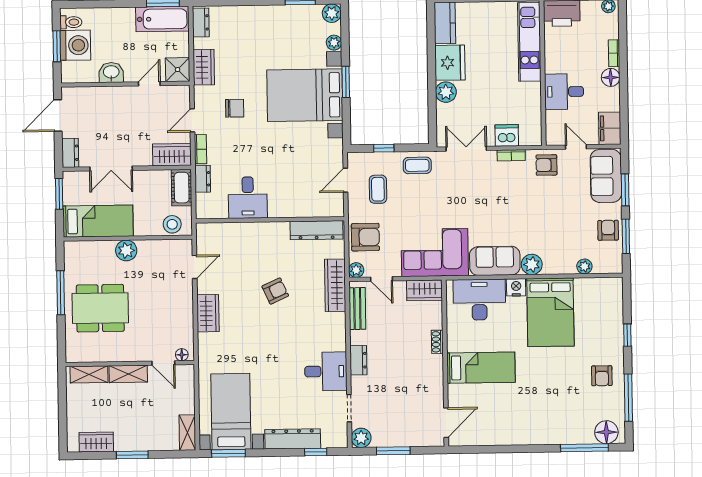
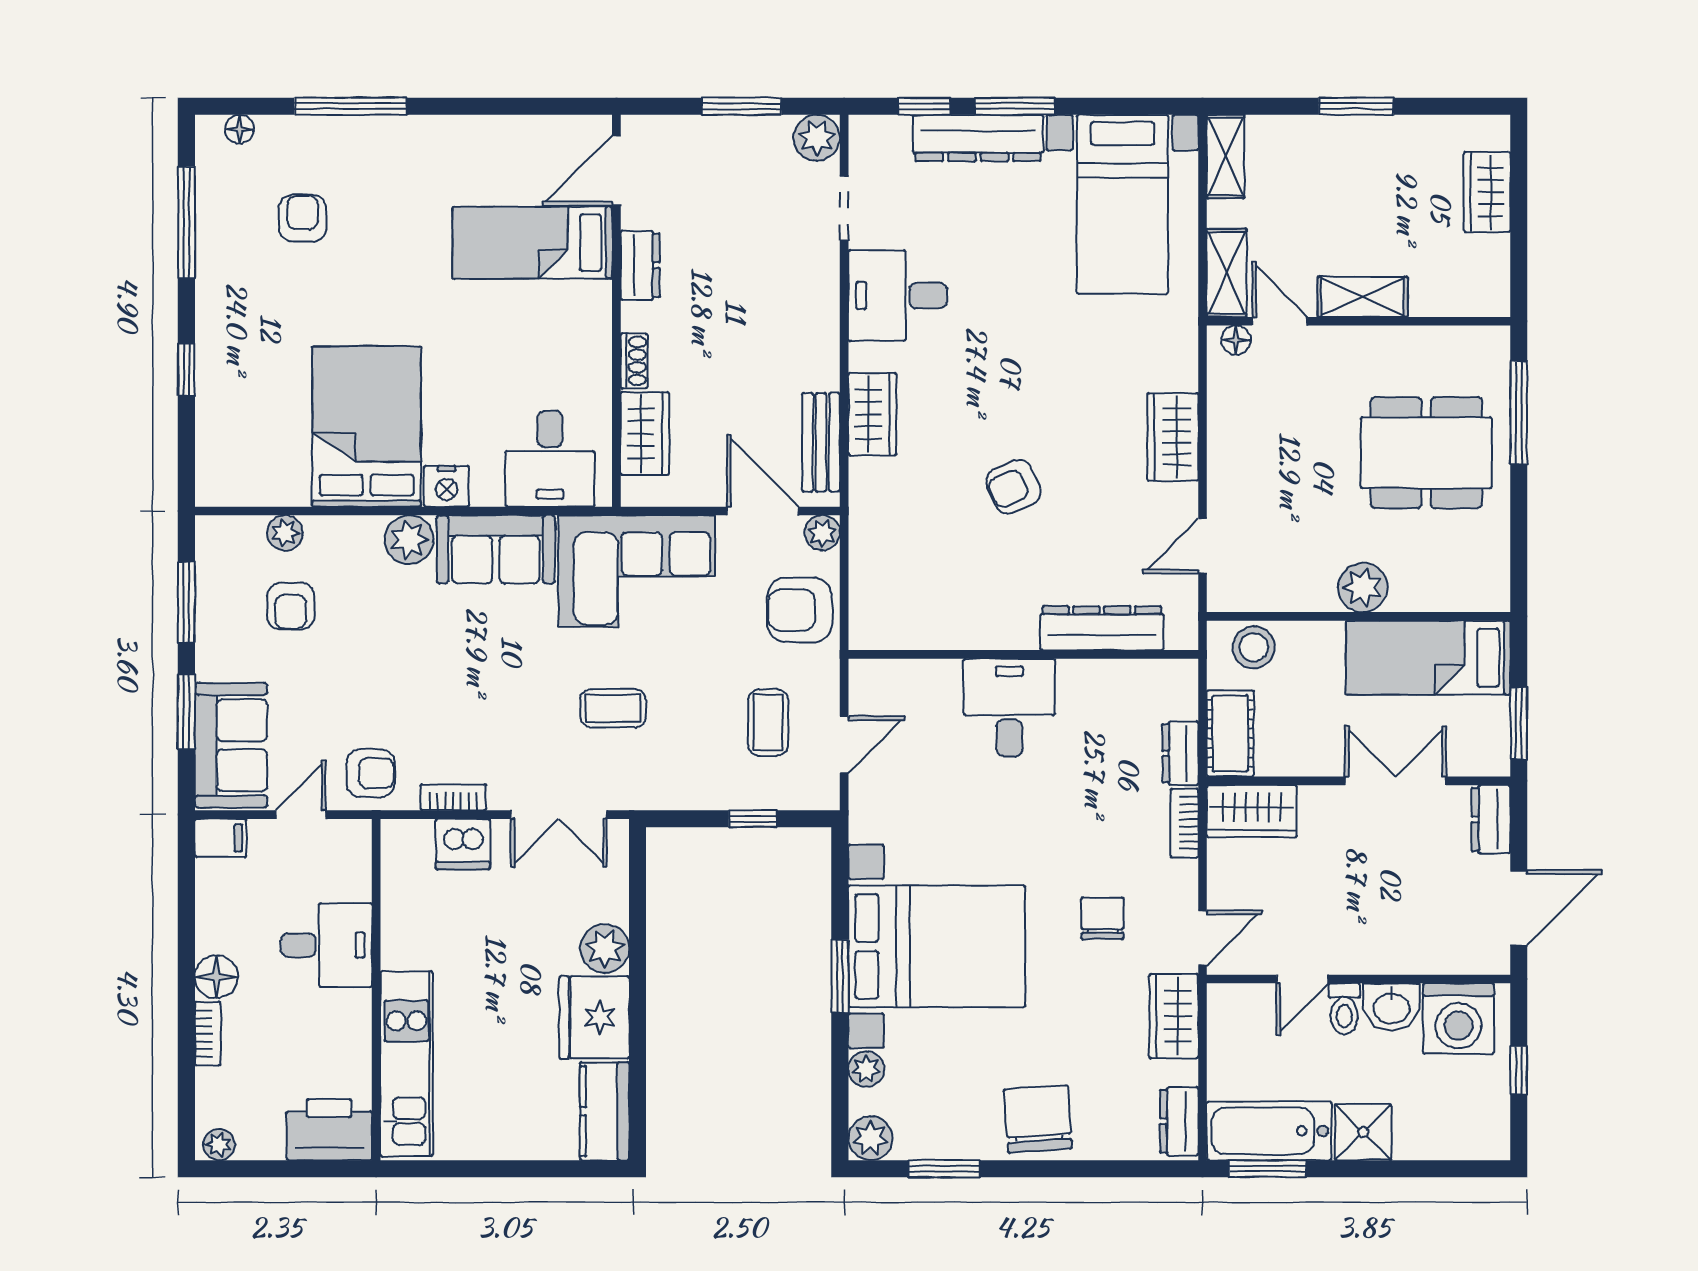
toilet: (71, 22) -> (1344, 1009), moved, turned -90
chair: (261, 22) -> (1038, 1119), added
washing machine: (75, 45) -> (1459, 1019), moved, turned -90
window: (57, 46) -> (1519, 1070), width x0.67
shower: (178, 70) -> (1363, 1132), moved
chair: (235, 108) -> (1103, 918), turned 90
door: (192, 120) -> (1203, 938), moved
filing cabinet: (610, 128) -> (220, 838), width x0.50
door: (576, 147) -> (301, 815), swing flipped
coffee table: (417, 165) -> (613, 708), moved
desk: (248, 198) -> (1009, 707), moved
dresser: (316, 230) -> (1102, 628), moved
armchair: (608, 230) -> (291, 606), moved
door: (382, 279) -> (763, 511), width x1.38
wardrobe: (335, 285) -> (872, 414), moved, width x0.67
wardrobe: (425, 290) -> (645, 434), moved, turned 90
window: (61, 293) -> (1519, 413), moved
desk: (479, 300) -> (550, 459), width x0.73
dresser: (358, 360) -> (640, 265), moved, turned 180
bed: (481, 368) -> (532, 243), moved
shelving: (89, 374) -> (1227, 273), moved, turned 90
armchair: (602, 376) -> (303, 218), moved
floor lamp: (606, 432) -> (239, 129), width x0.53, depth x0.53
wardrobe: (96, 442) -> (1487, 192), moved, turned 90
window: (584, 448) -> (351, 106), moved
window: (228, 453) -> (1015, 106), moved

